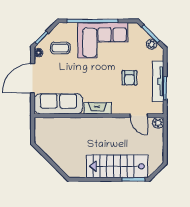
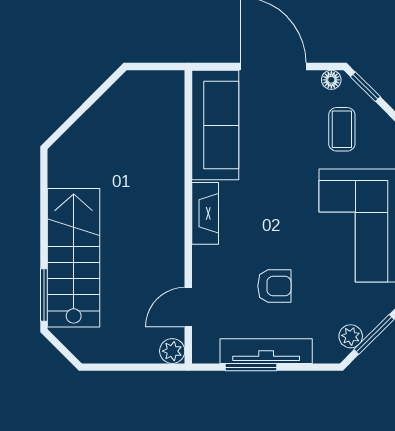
armchair: (129, 78) -> (274, 286), turned 180

